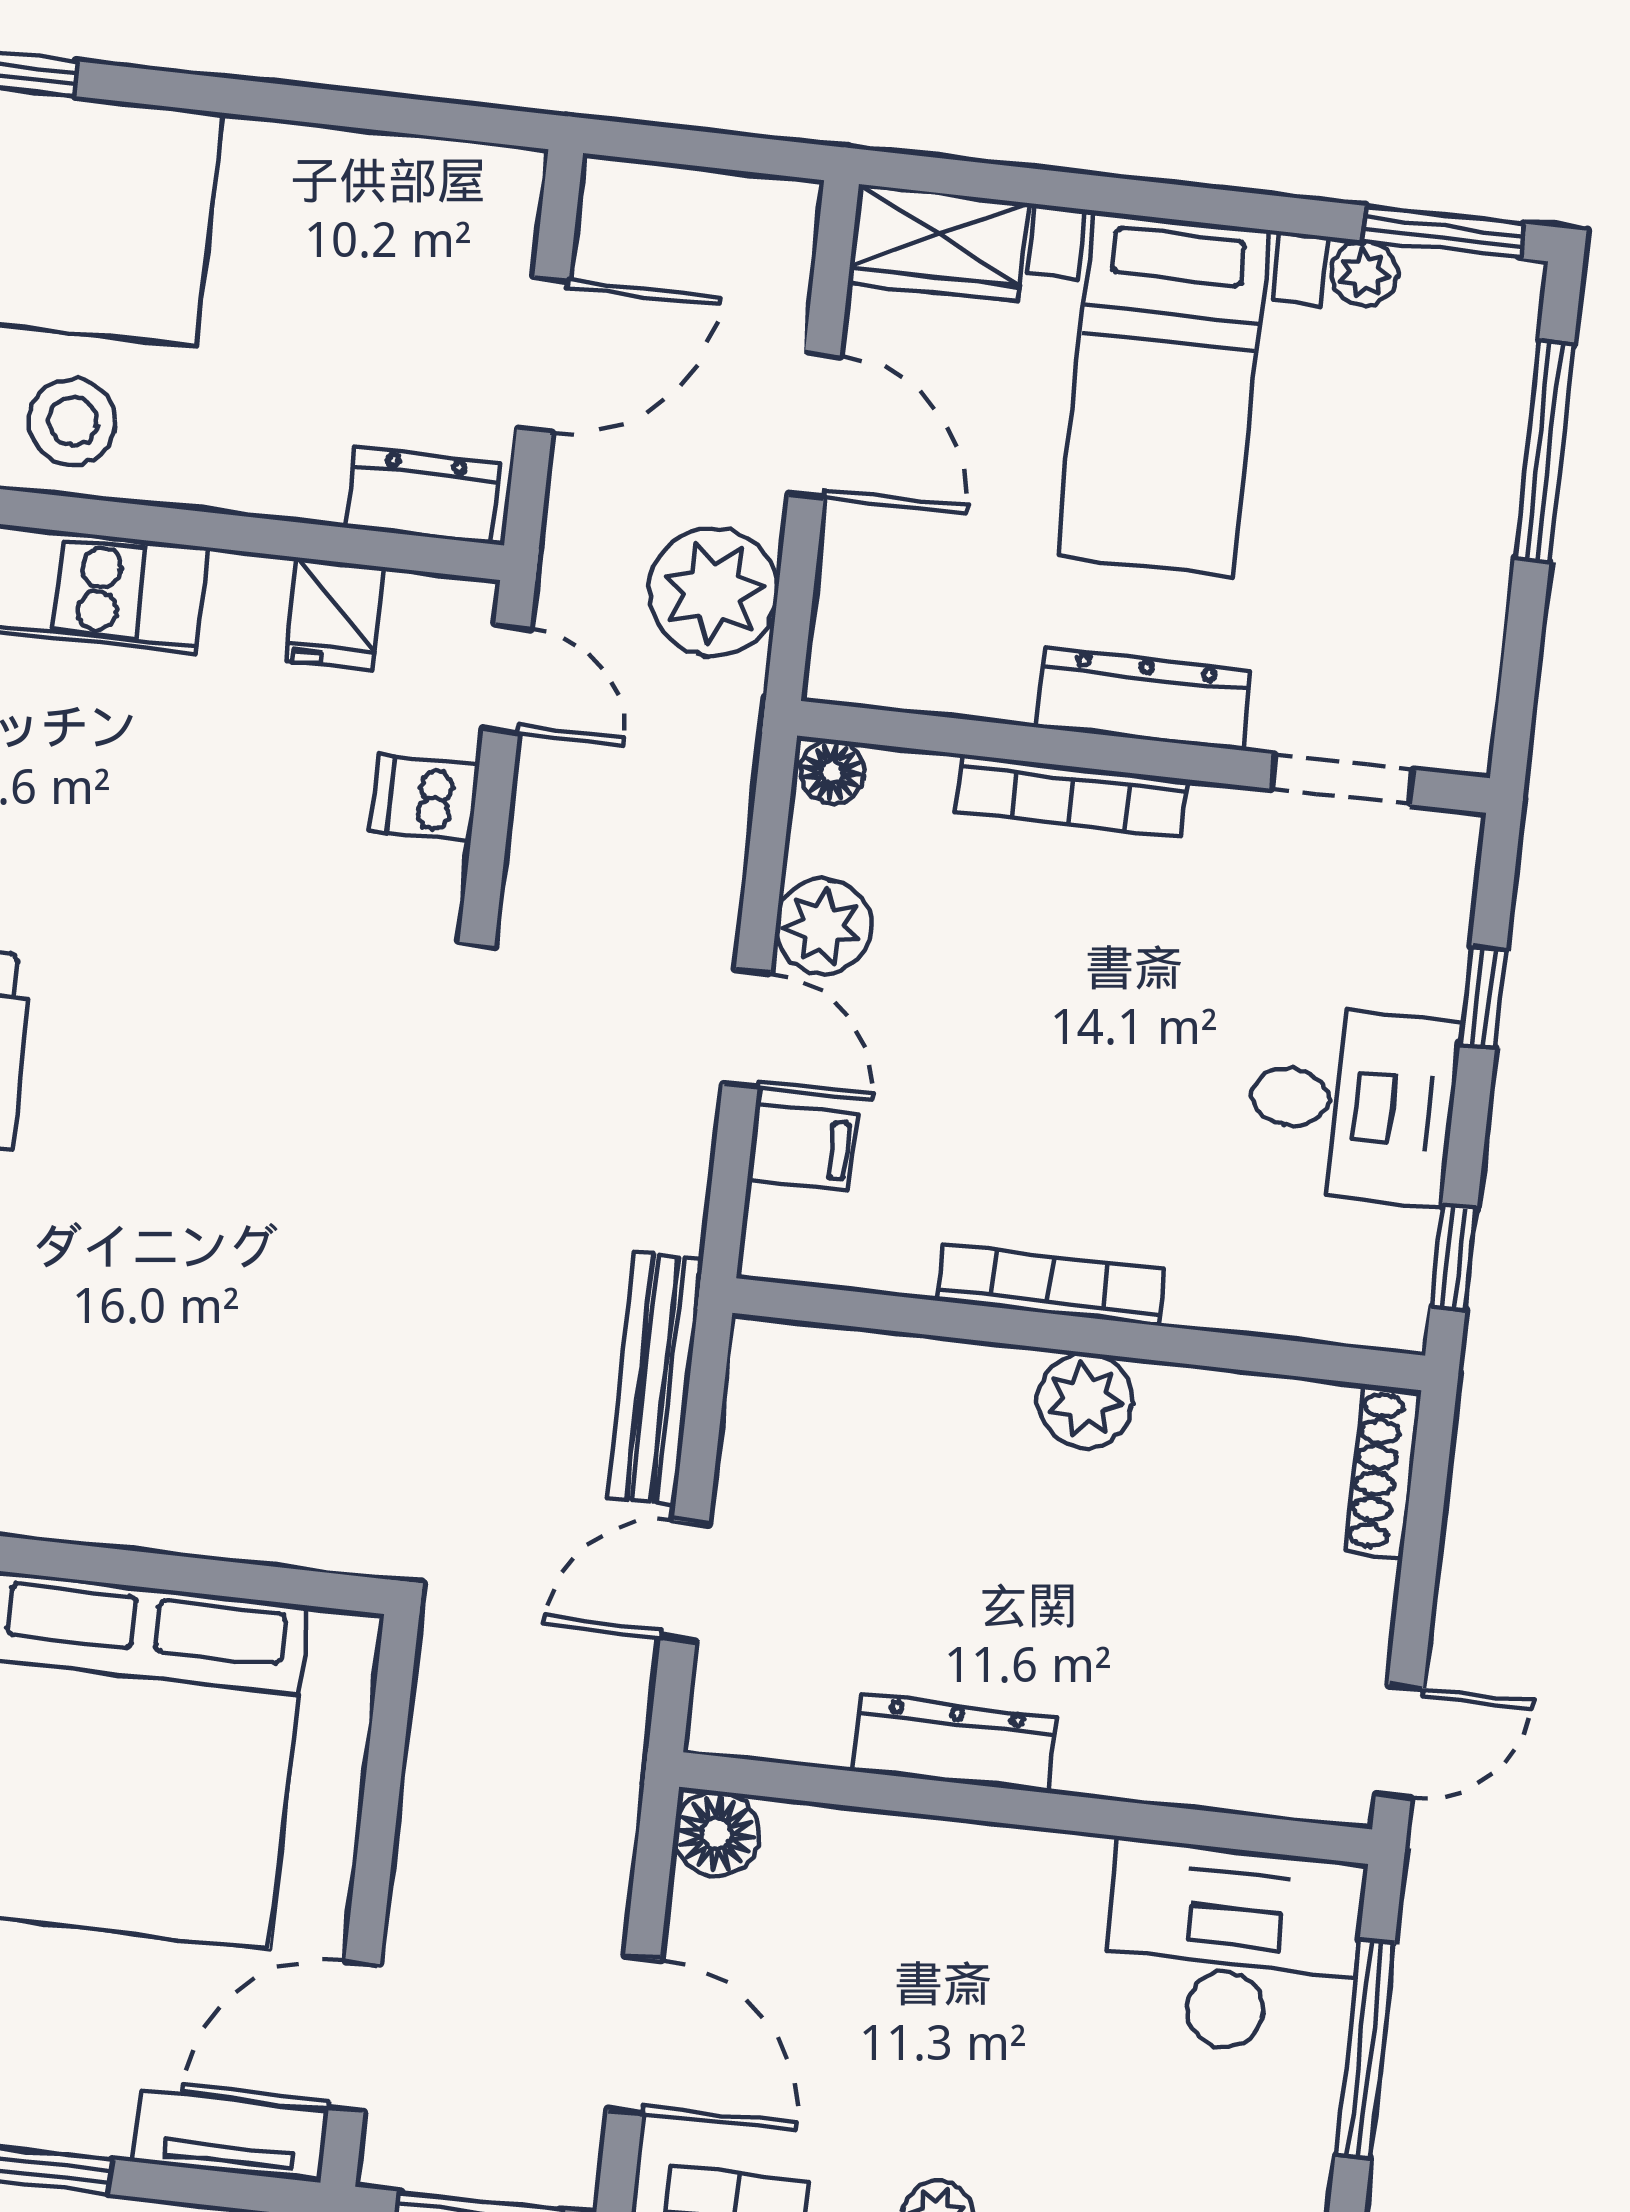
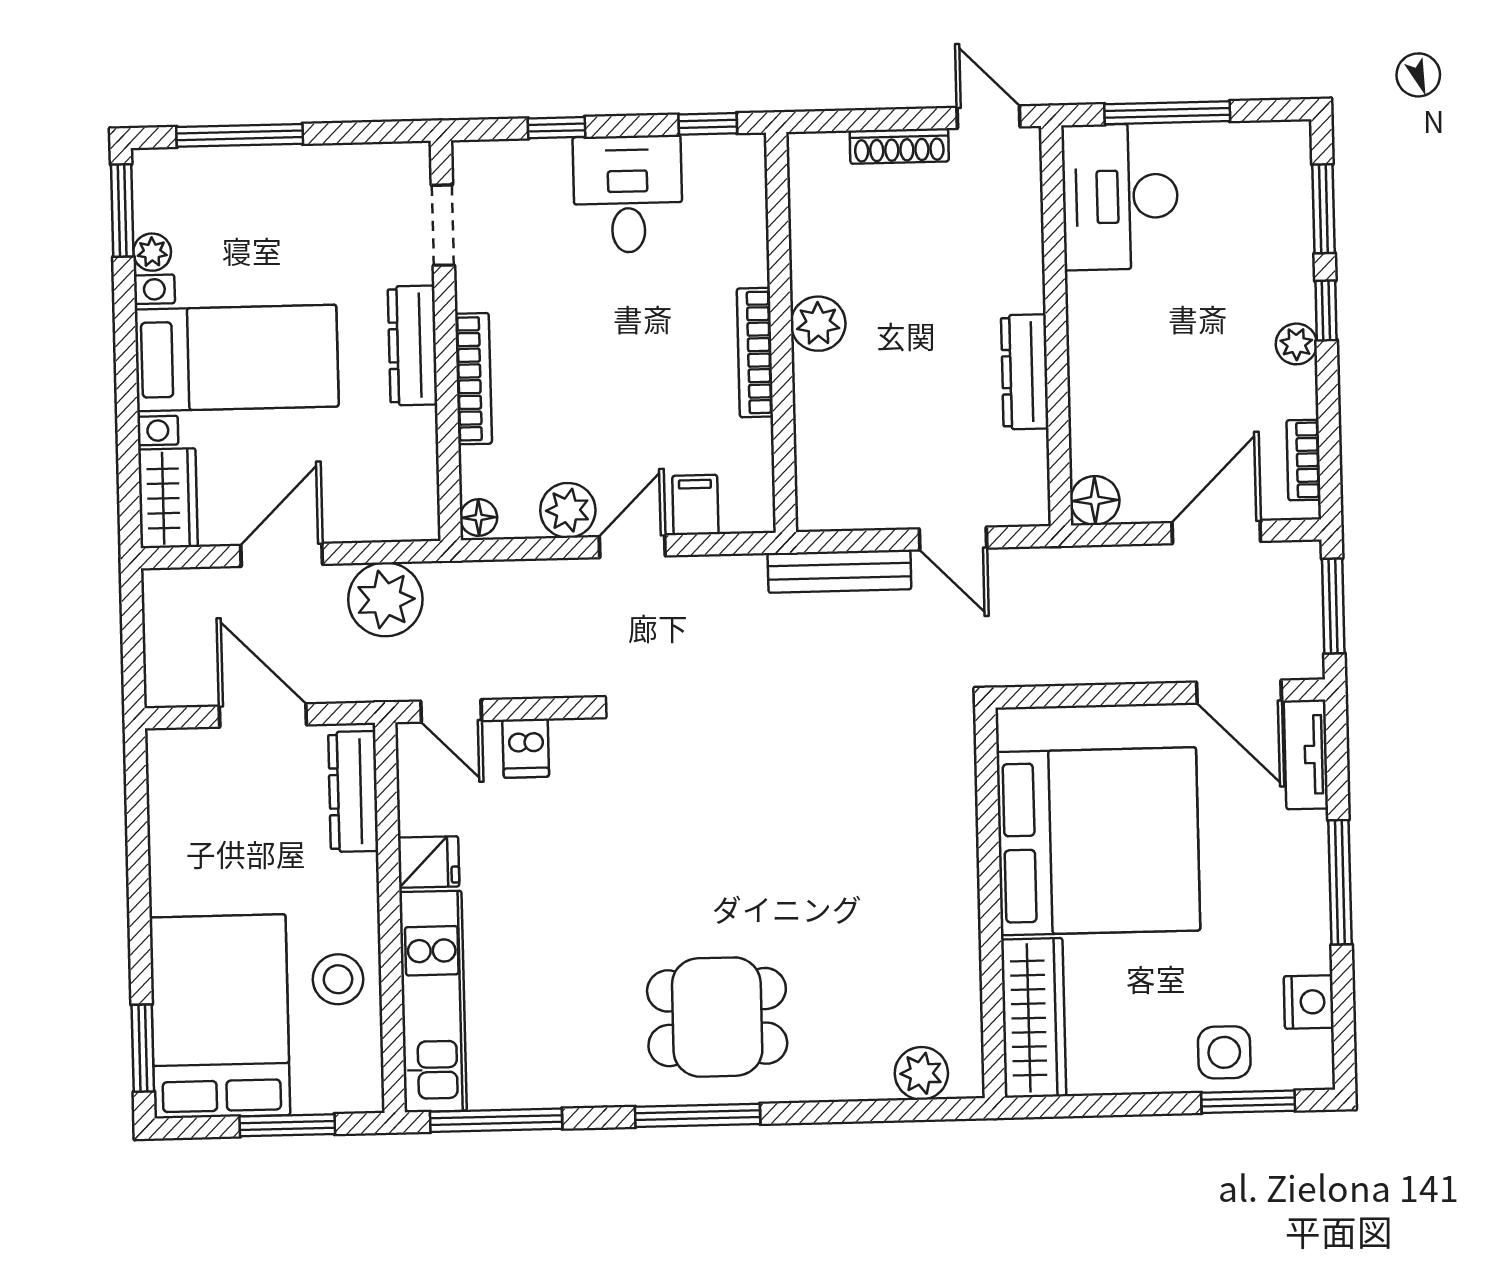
dresser: (423, 495) -> (353, 791), width x1.44
fridge: (335, 614) -> (429, 862), moved
door: (507, 679) -> (451, 711), swing flipped
shoe rack: (1383, 1472) -> (899, 146), moved

